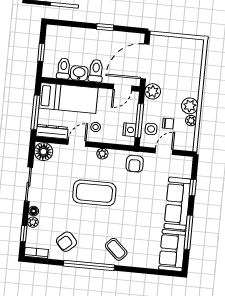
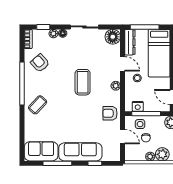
coffee table: (94, 193) -> (83, 82), width x0.73, depth x0.76

